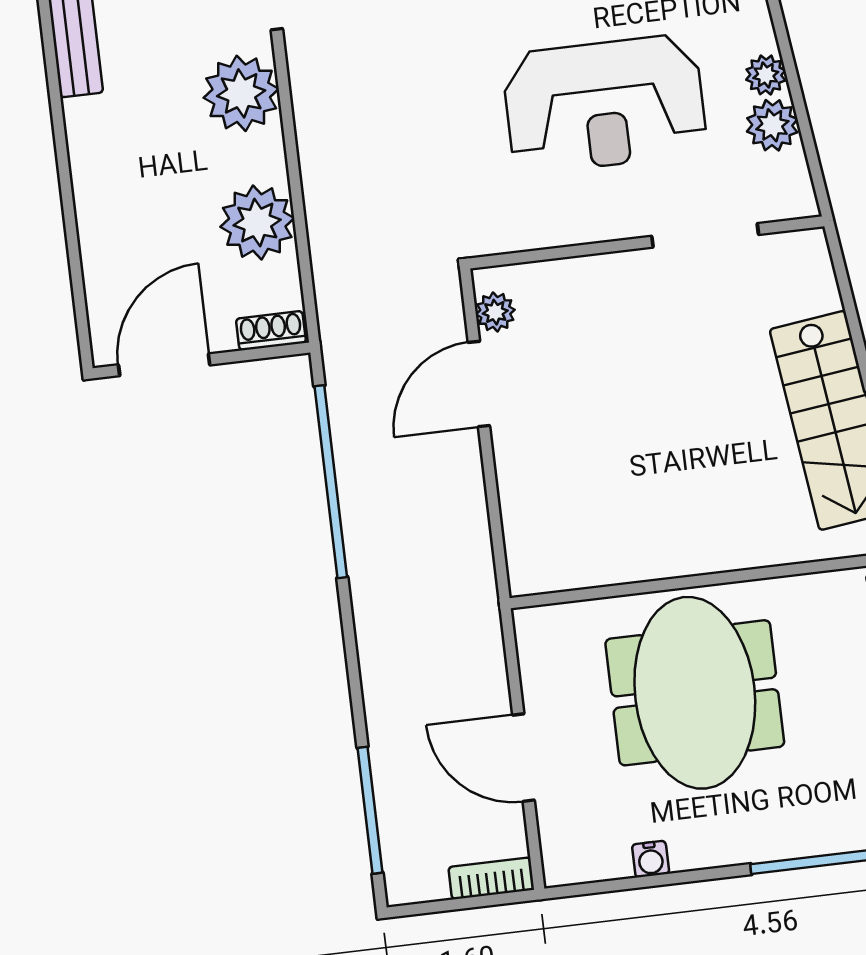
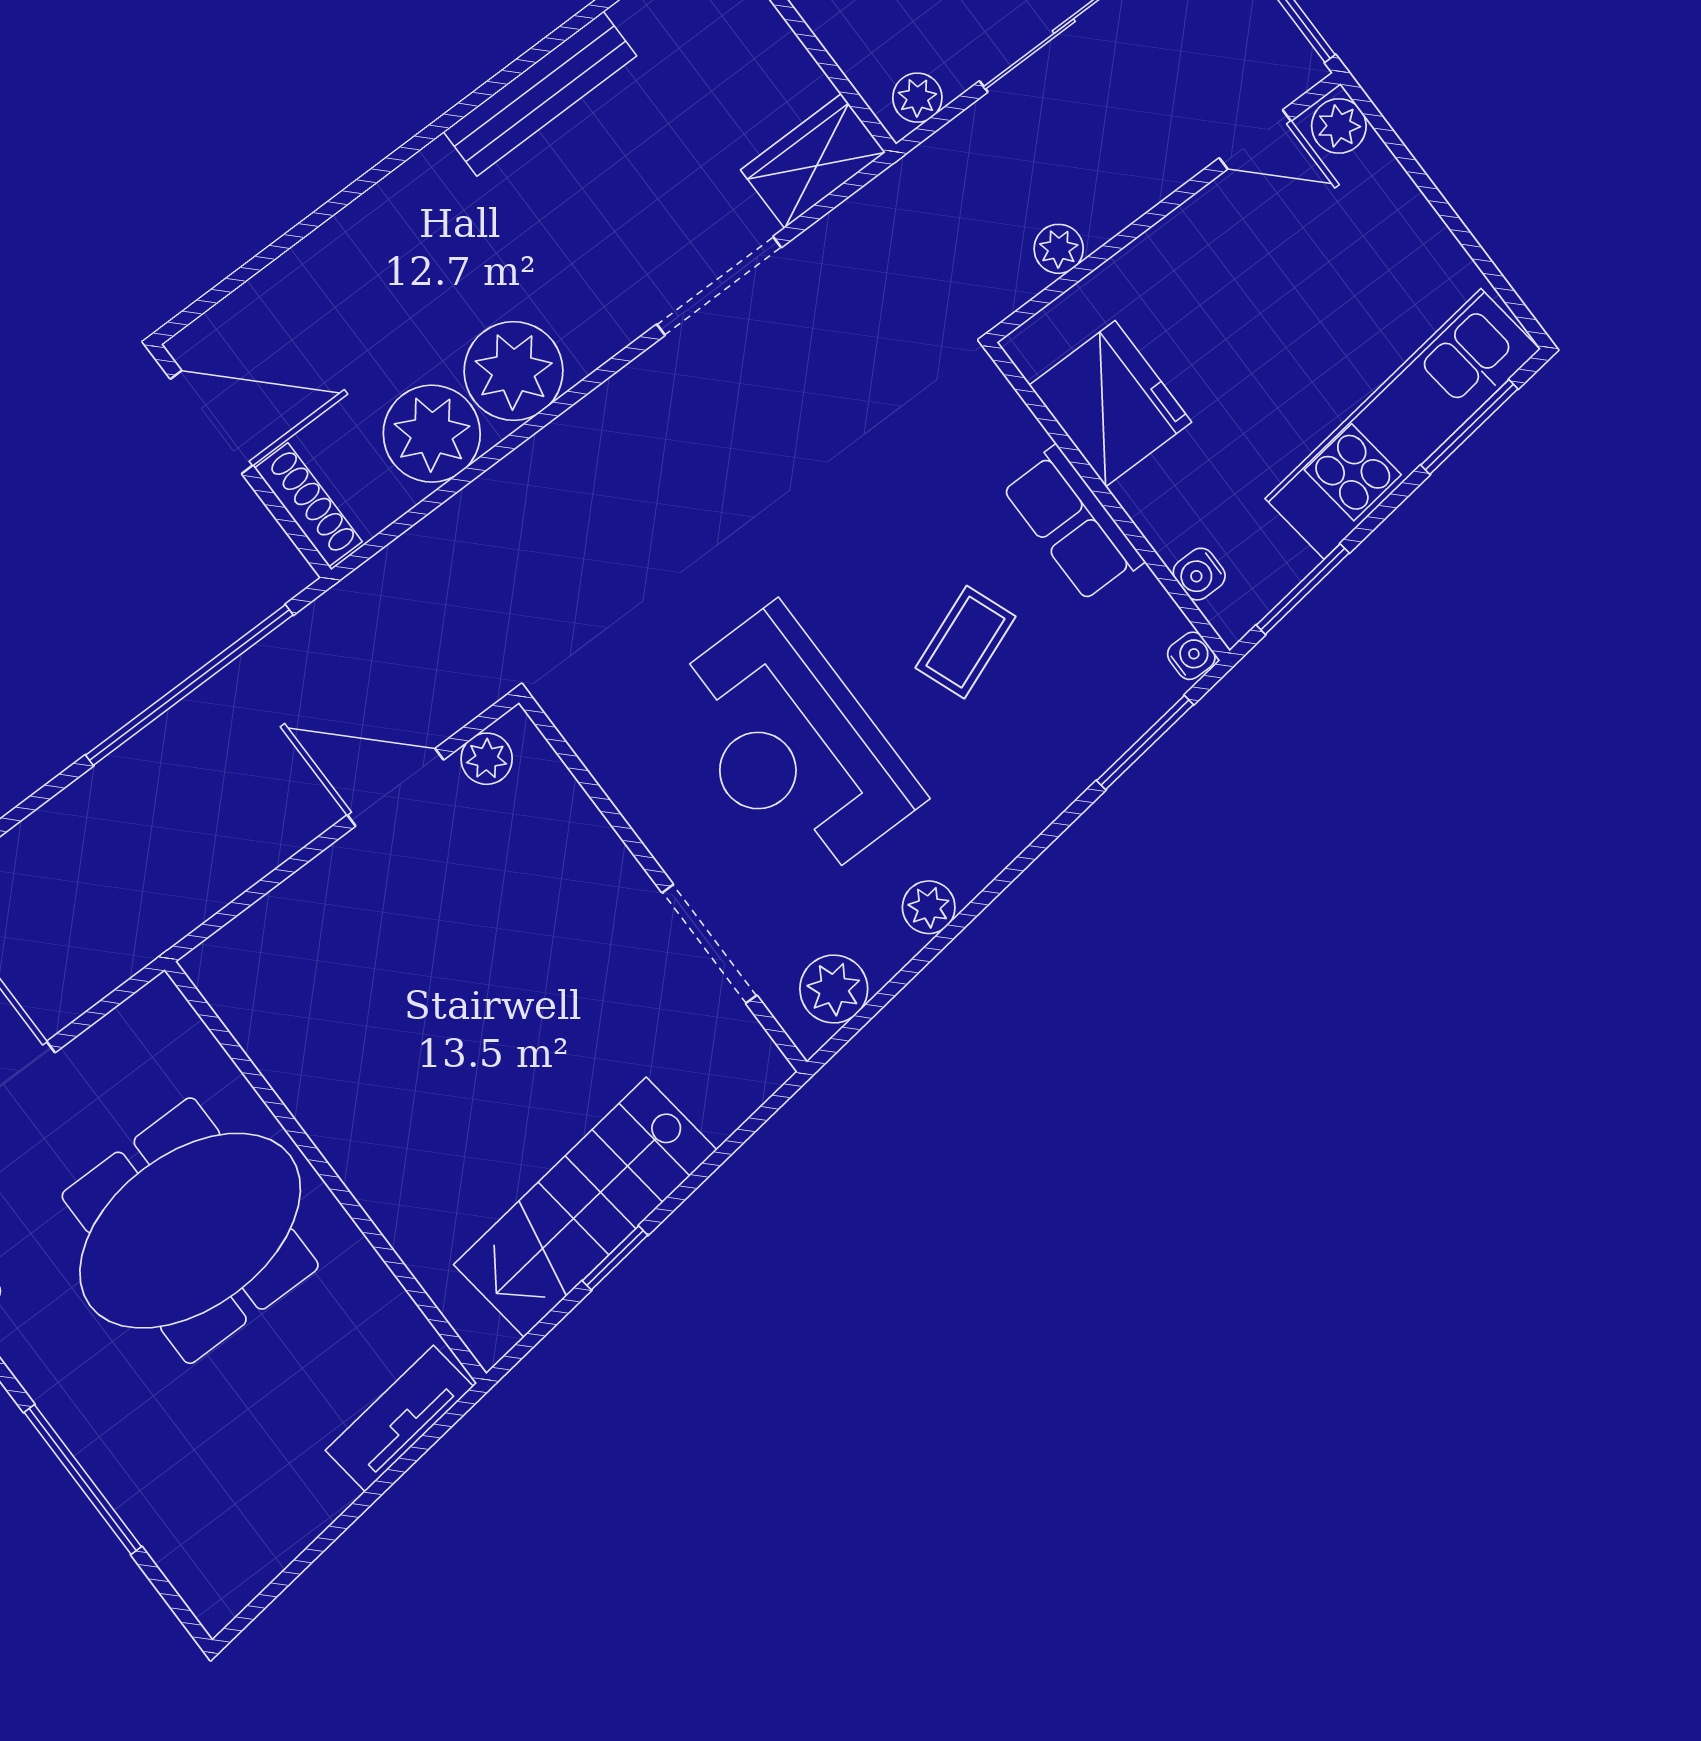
plant: (241, 93) -> (513, 371), moved
plant: (772, 125) -> (834, 989), moved
shoe rack: (271, 331) -> (308, 505), width x1.43

